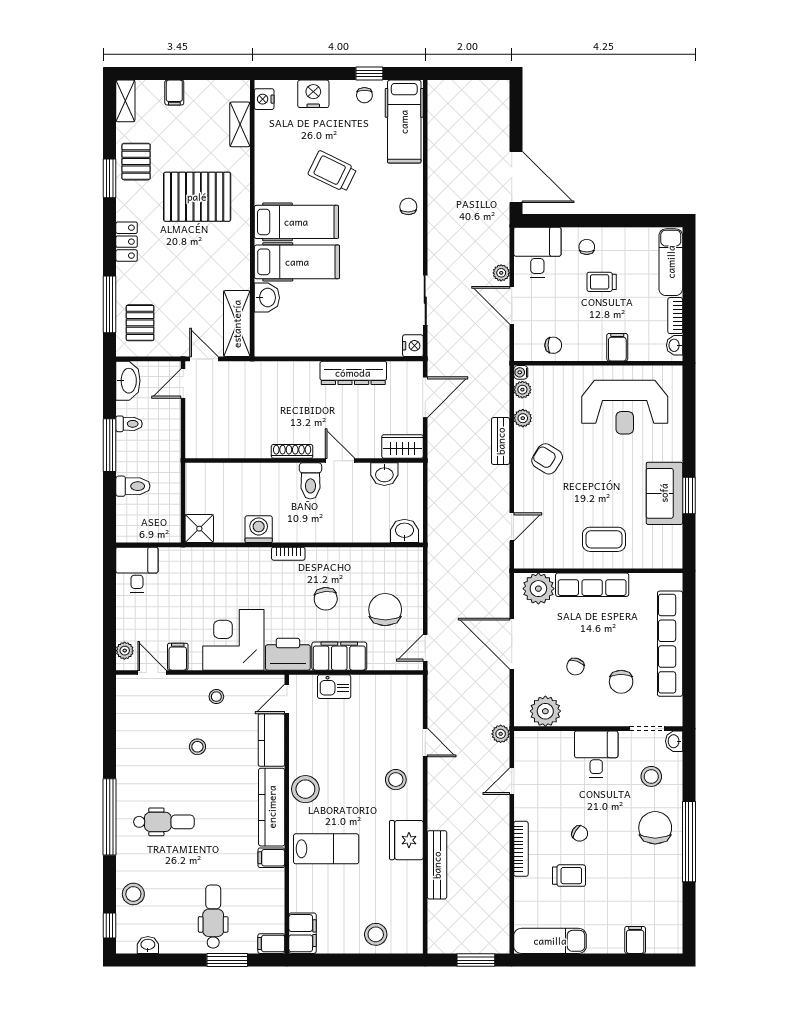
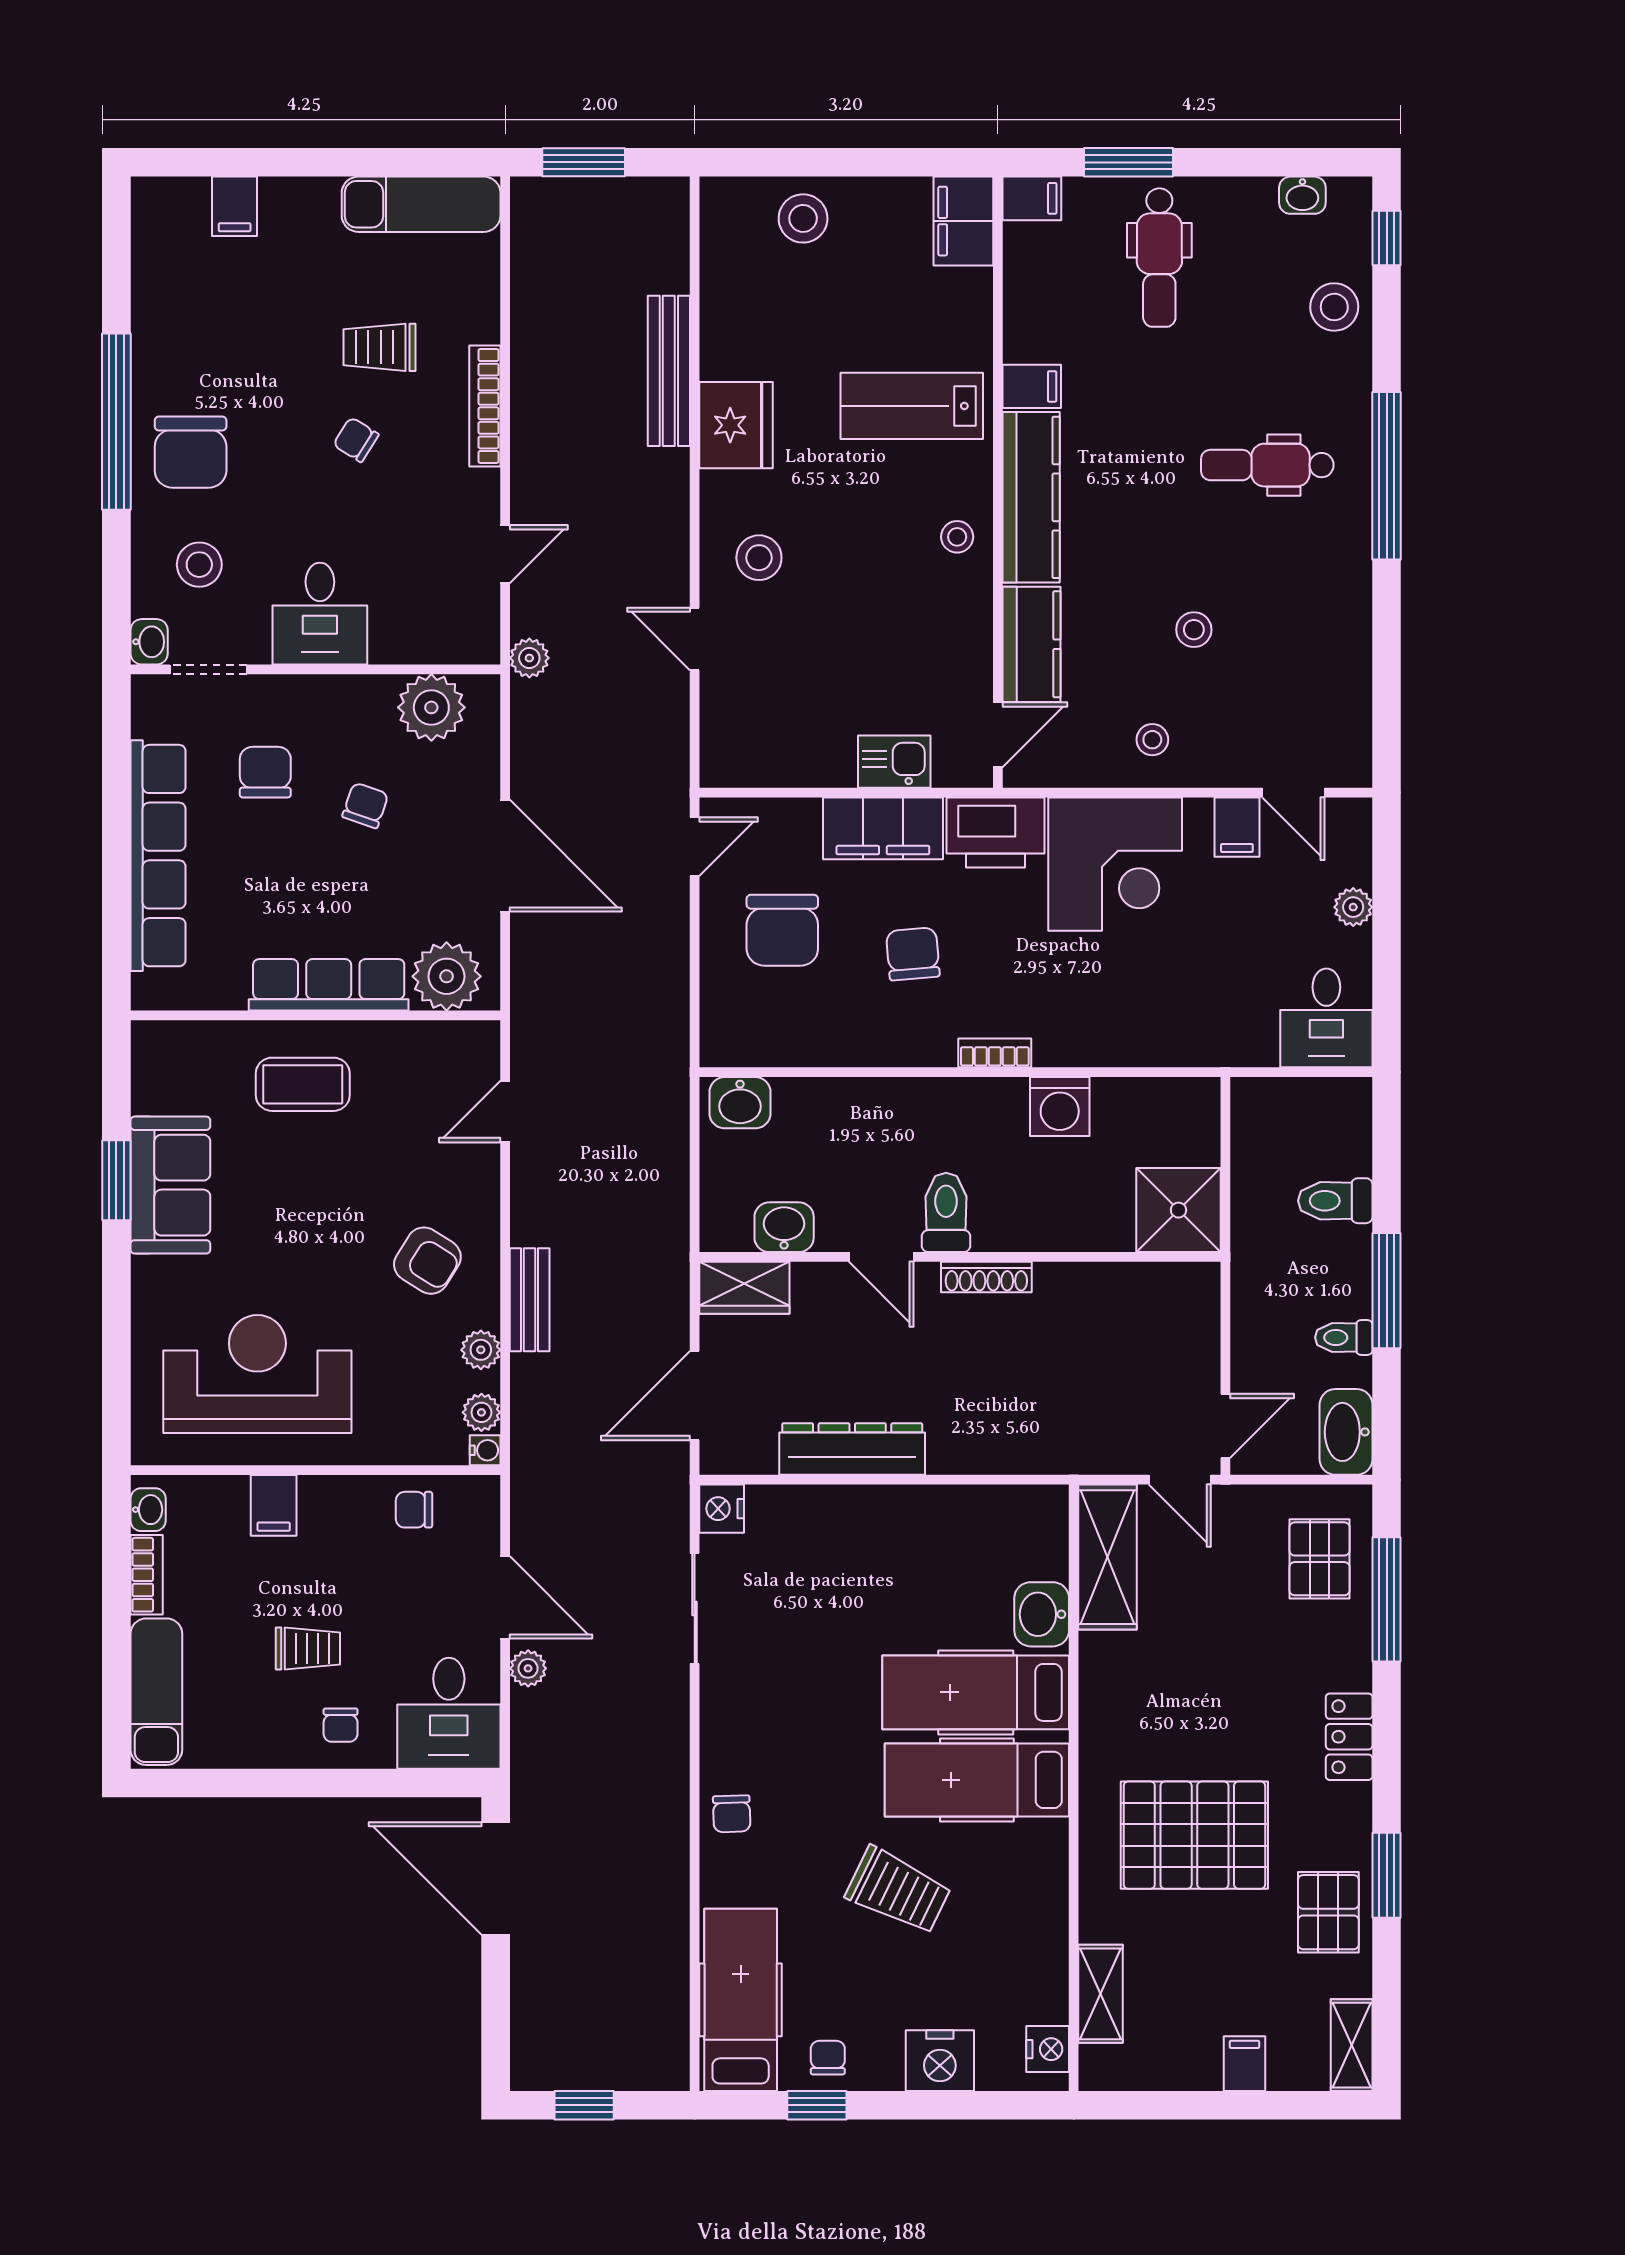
window: (476, 73) -> (584, 2105), added
shower: (199, 529) -> (1178, 1210), moved, width x1.36, depth x1.36
plant: (125, 651) -> (1353, 907), moved
stool: (305, 789) -> (957, 537), width x0.53, depth x0.53

